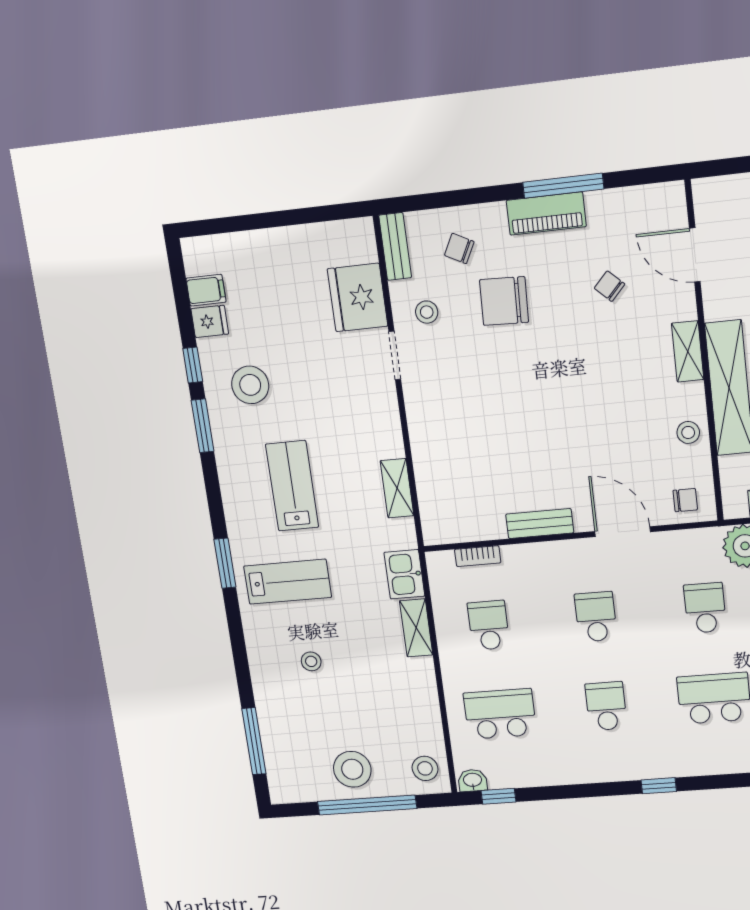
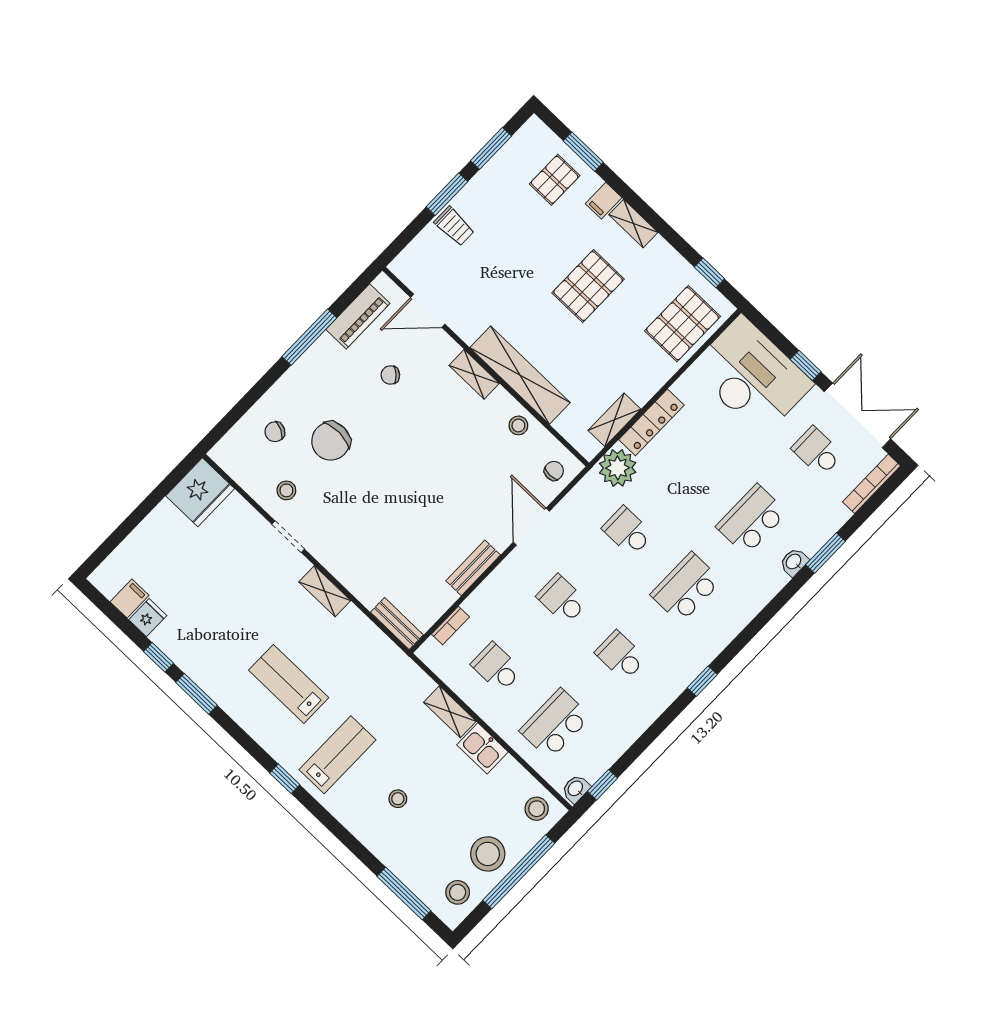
piano: (546, 213) -> (358, 316), moved
bench: (395, 247) -> (397, 623), moved
fridge: (358, 298) -> (200, 492), moved, turned -90
stool: (250, 385) -> (458, 892), moved, width x0.73, depth x0.73
shelving: (397, 488) -> (325, 591), moved
door: (623, 532) -> (531, 527), hinge flipped
window: (225, 563) -> (285, 779), width x0.67
kitchen sink: (404, 574) -> (482, 748), moved

